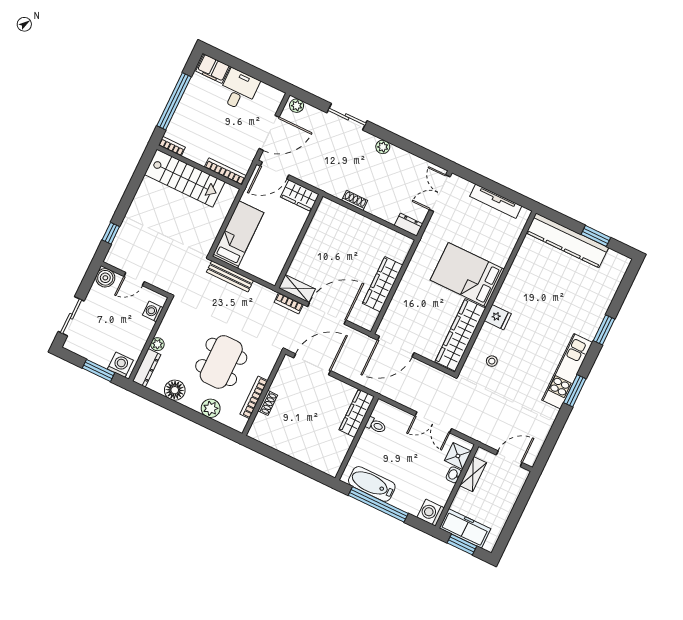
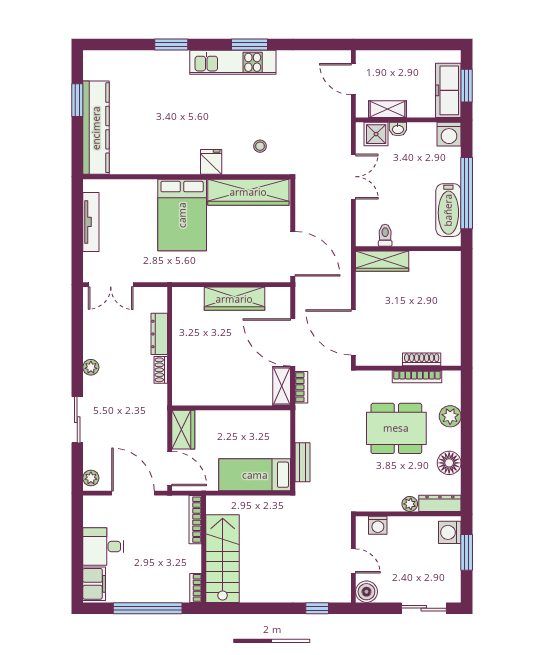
dresser: (409, 225) -> (159, 334), moved, width x1.44
bench: (230, 276) -> (303, 462), width x0.73
shoe rack: (268, 403) -> (422, 359), width x1.43

